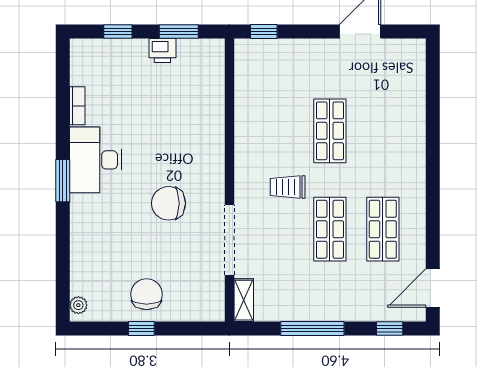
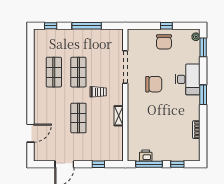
window: (179, 32) -> (149, 164), width x1.44
window: (264, 32) -> (98, 164), moved
printer: (162, 51) -> (146, 155), moved
desk: (96, 160) -> (188, 79), moved
window: (63, 282) -> (203, 47), added
door: (433, 288) -> (31, 133), moved
shelving: (244, 300) -> (119, 116), moved

